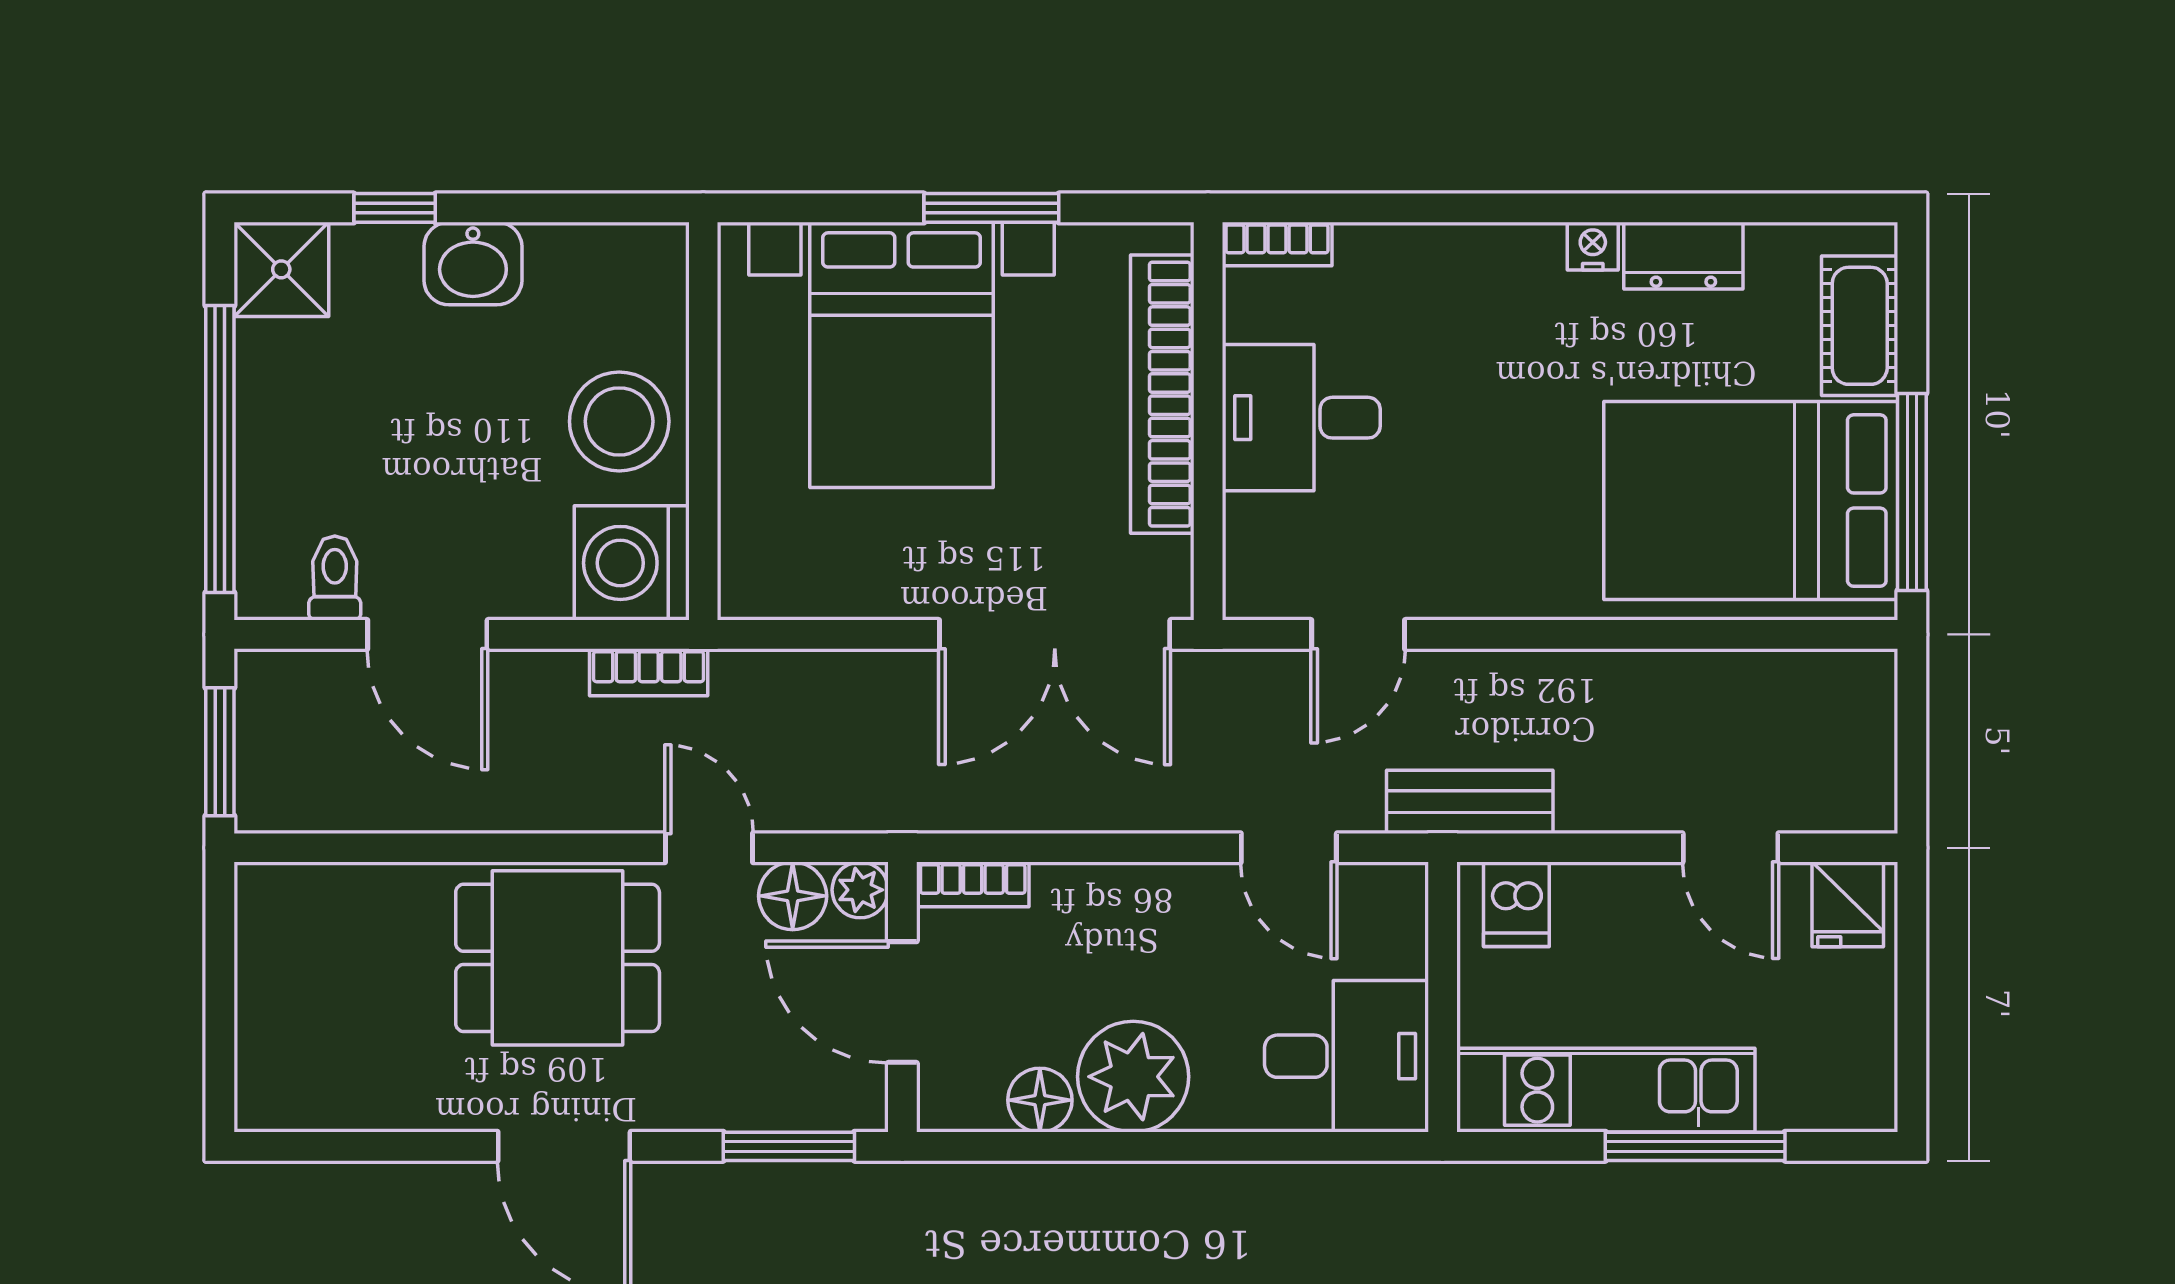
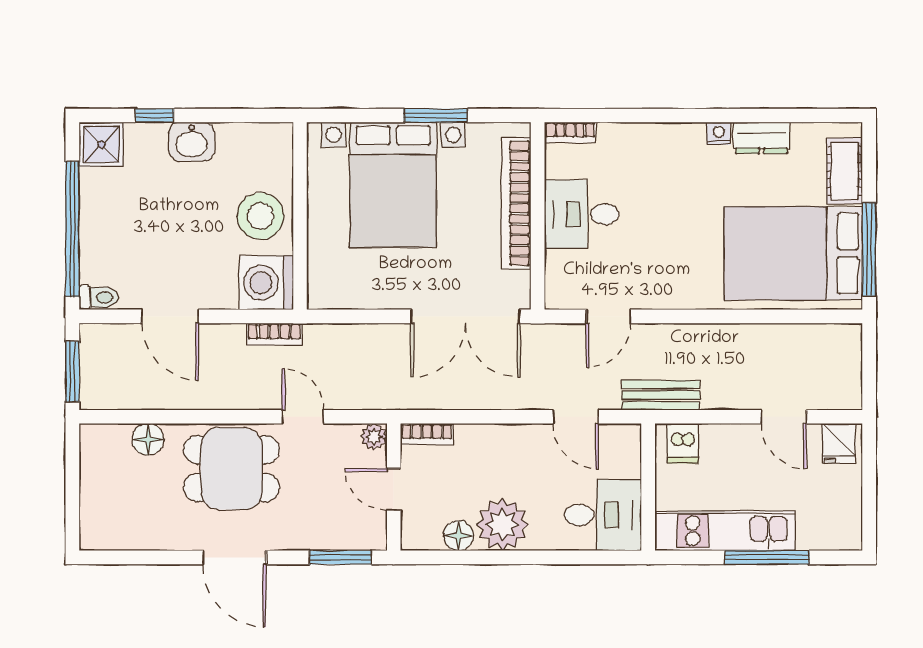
toilet: (335, 578) -> (99, 297), moved, turned 90
floor lamp: (793, 896) -> (148, 439), moved
door: (902, 1002) -> (394, 489), width x0.73

